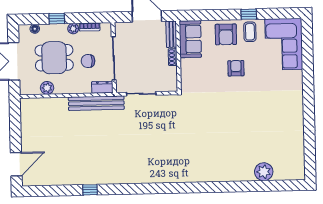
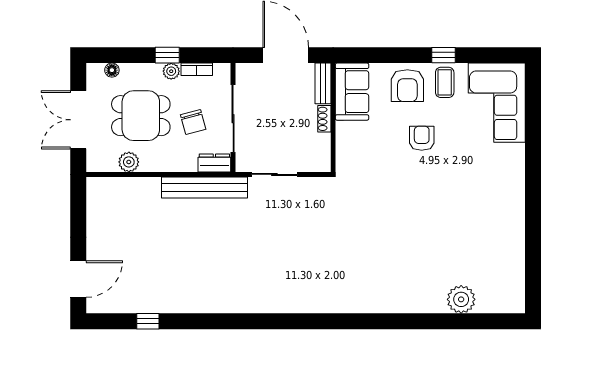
window: (57, 19) -> (167, 55), moved
chair: (88, 61) -> (193, 122), turned -105
window: (90, 190) -> (148, 321), moved

